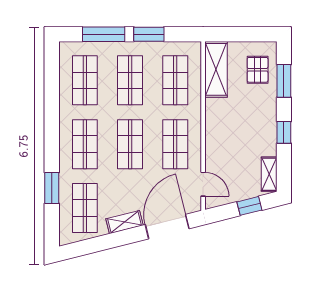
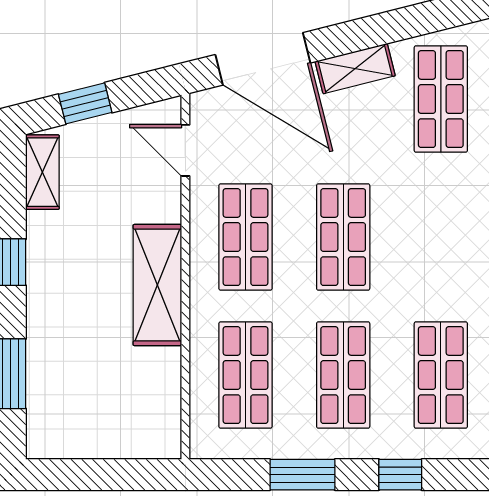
window: (104, 34) -> (400, 475), width x0.46
shelving: (216, 69) -> (157, 285), moved
pallet: (258, 70) -> (68, 398), removed
shop shelf: (85, 144) -> (441, 237), removed
door: (167, 227) -> (263, 59), hinge flipped

